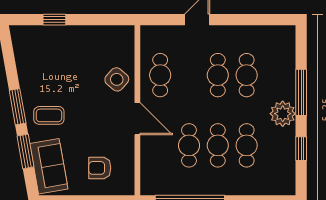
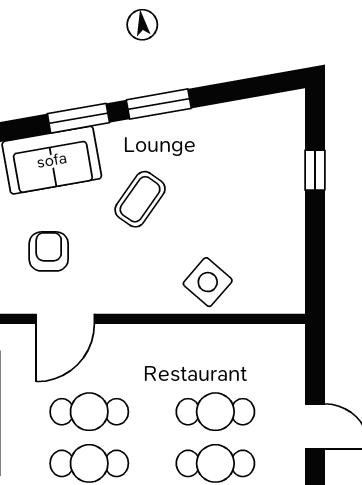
cafe table: (160, 75) -> (215, 412), moved
coffee table: (49, 115) -> (140, 199), moved, turned 35
door: (137, 119) -> (65, 319), moved

